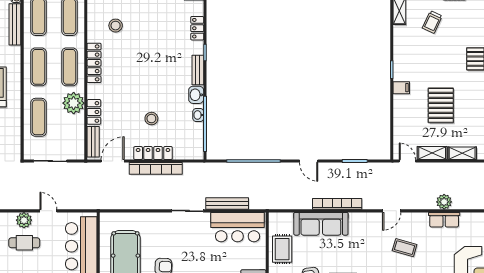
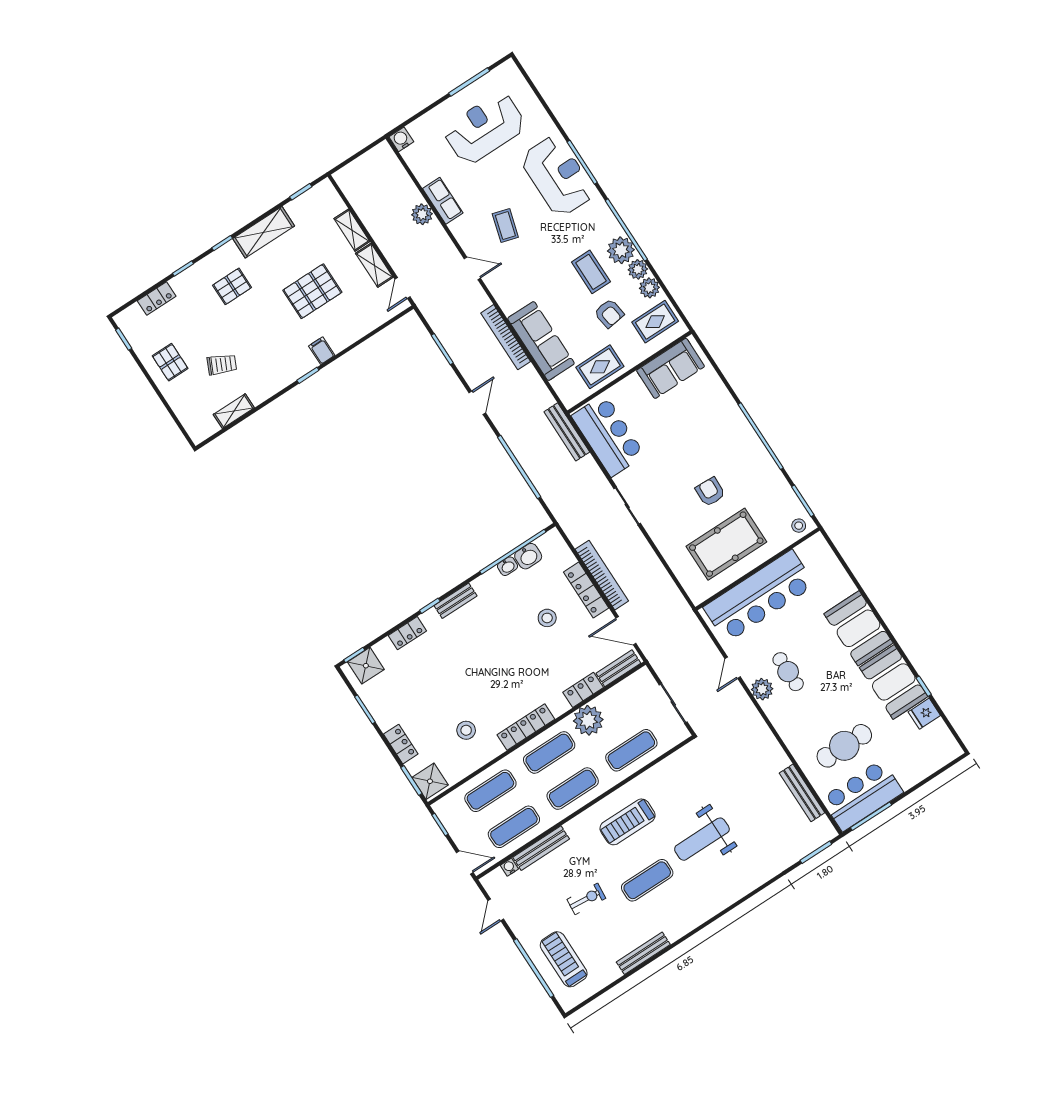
washbasin: (196, 95) -> (528, 556), moved
bench: (227, 204) -> (567, 432), moved

